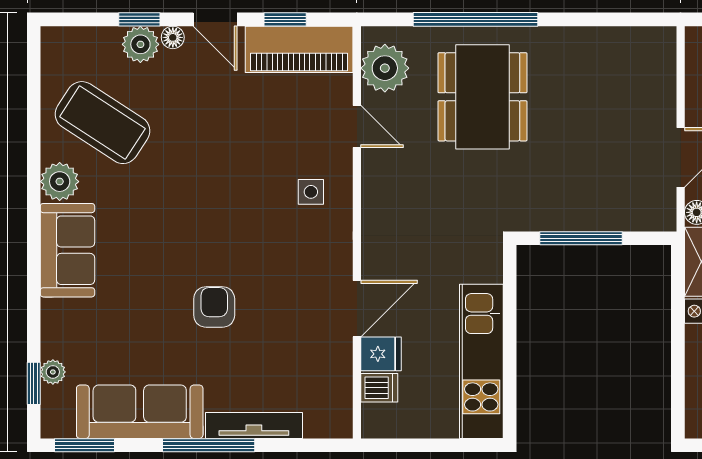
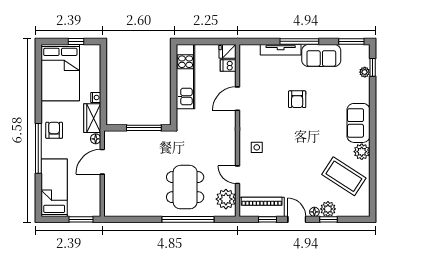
fridge: (381, 354) -> (227, 51), moved
sofa: (140, 412) -> (321, 55), width x0.73

